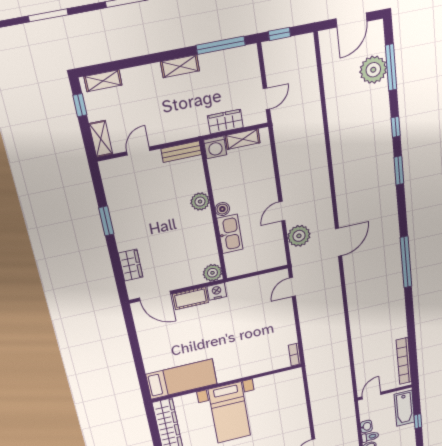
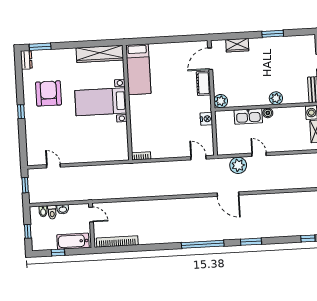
window: (399, 170) -> (251, 242), moved
nightstand: (217, 291) -> (206, 119), moved

